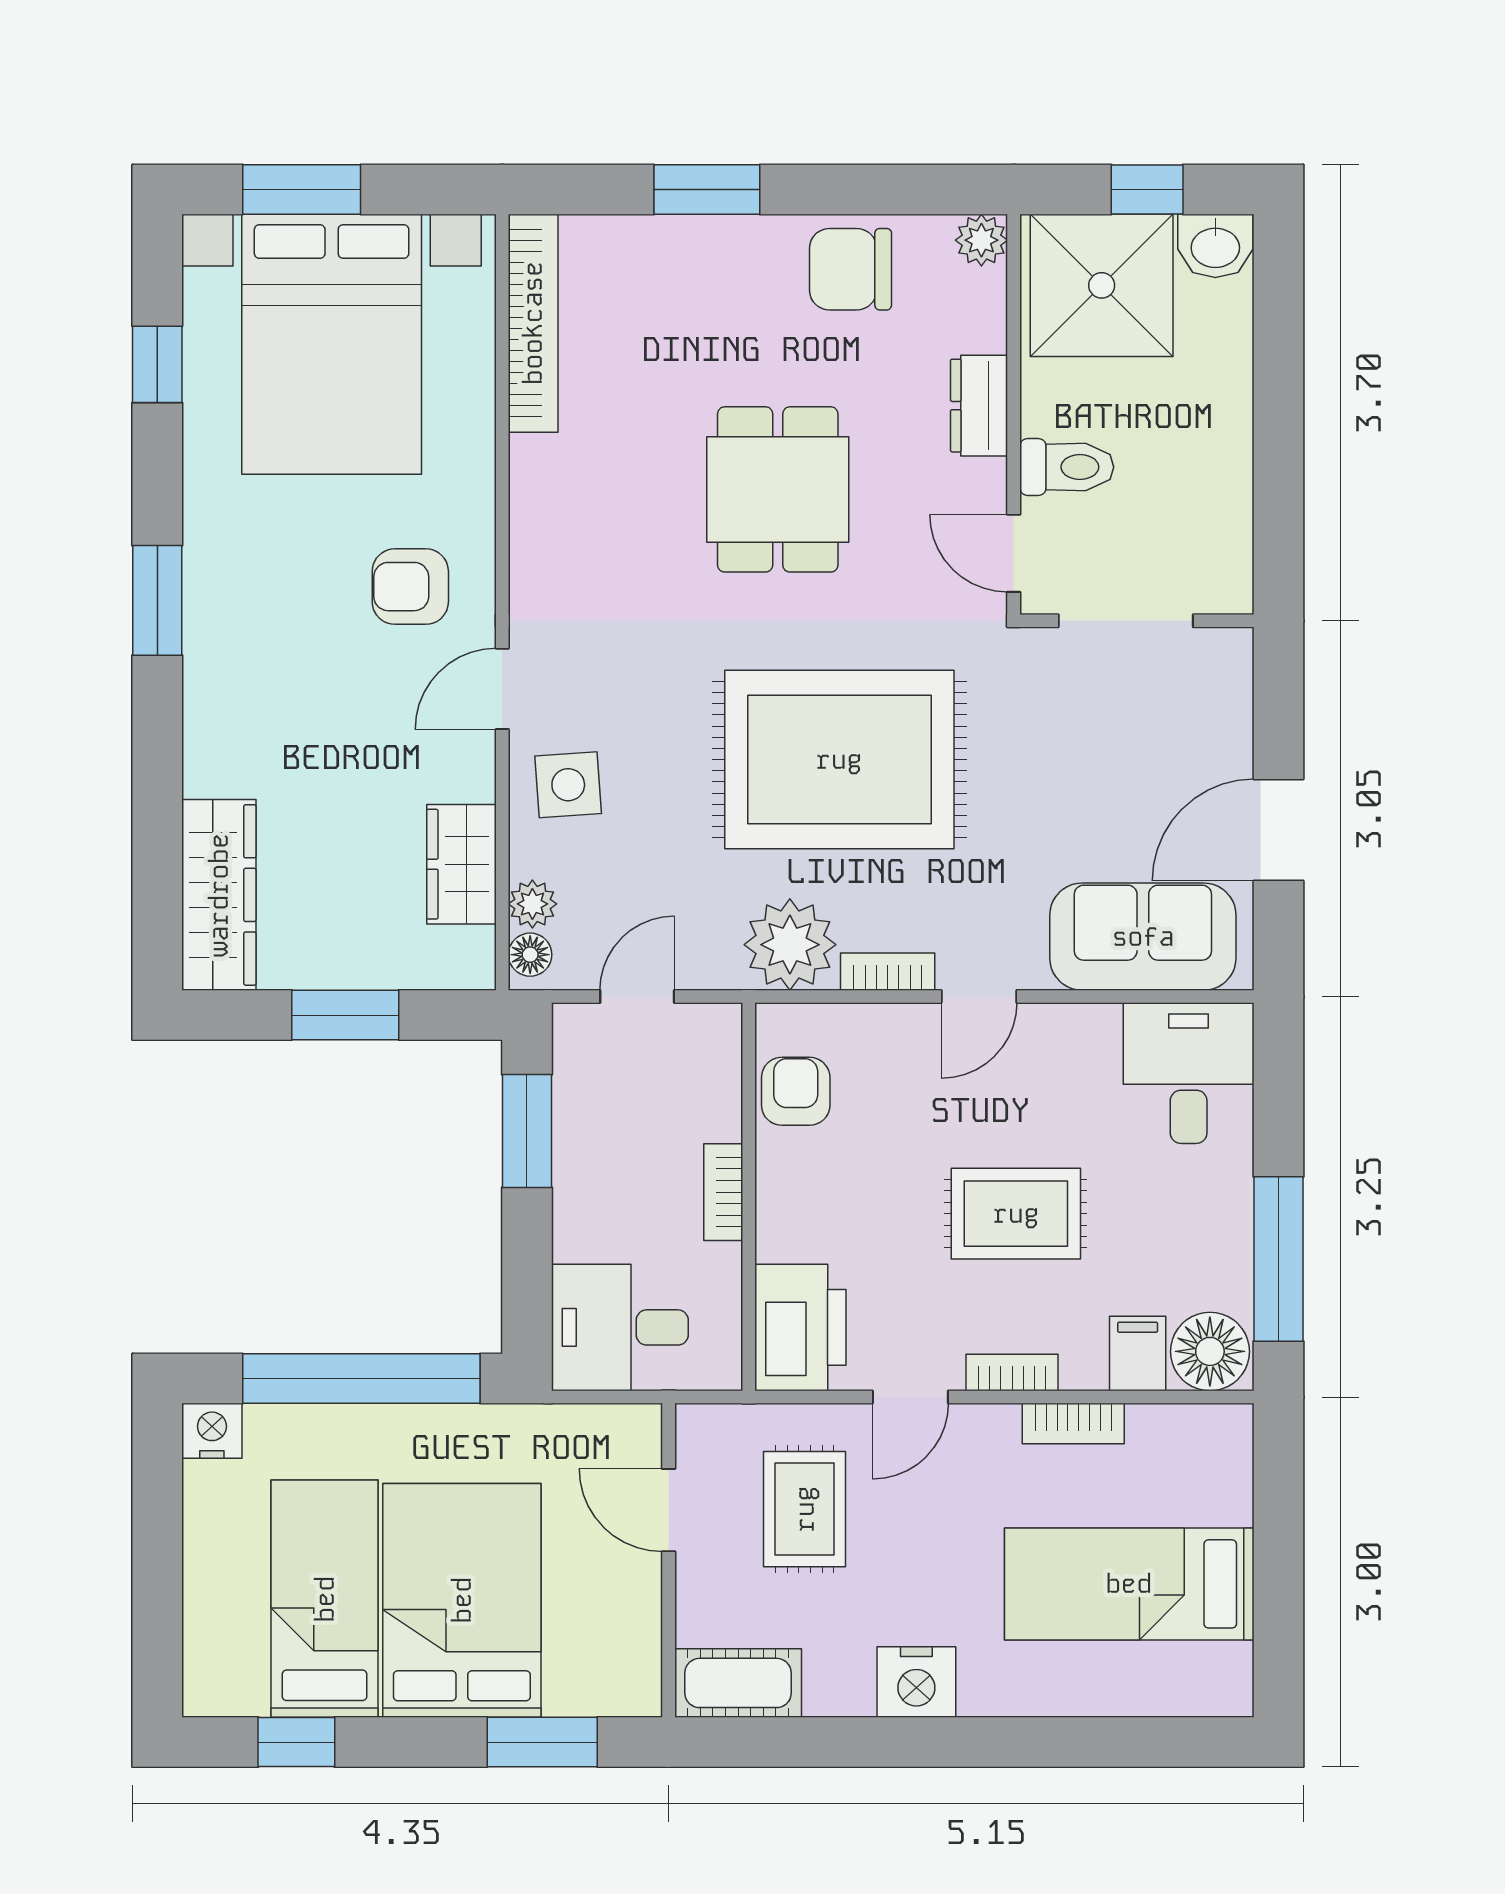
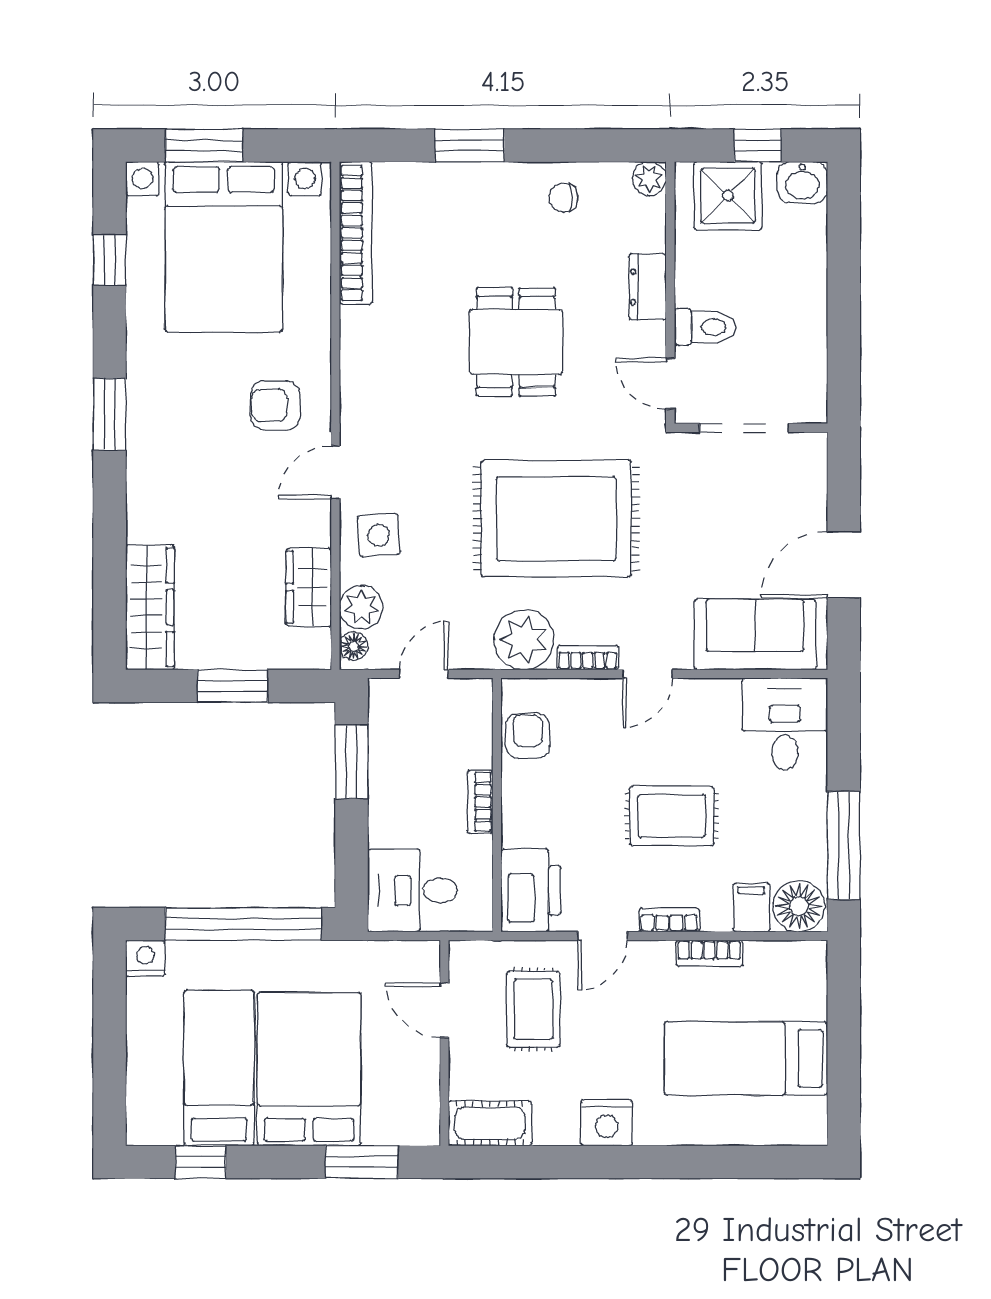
chair: (850, 269) -> (563, 198), width x0.54, depth x0.54
shower: (1102, 285) -> (728, 196), width x0.73, depth x0.73
plant: (532, 904) -> (361, 607), width x1.38, depth x1.38

